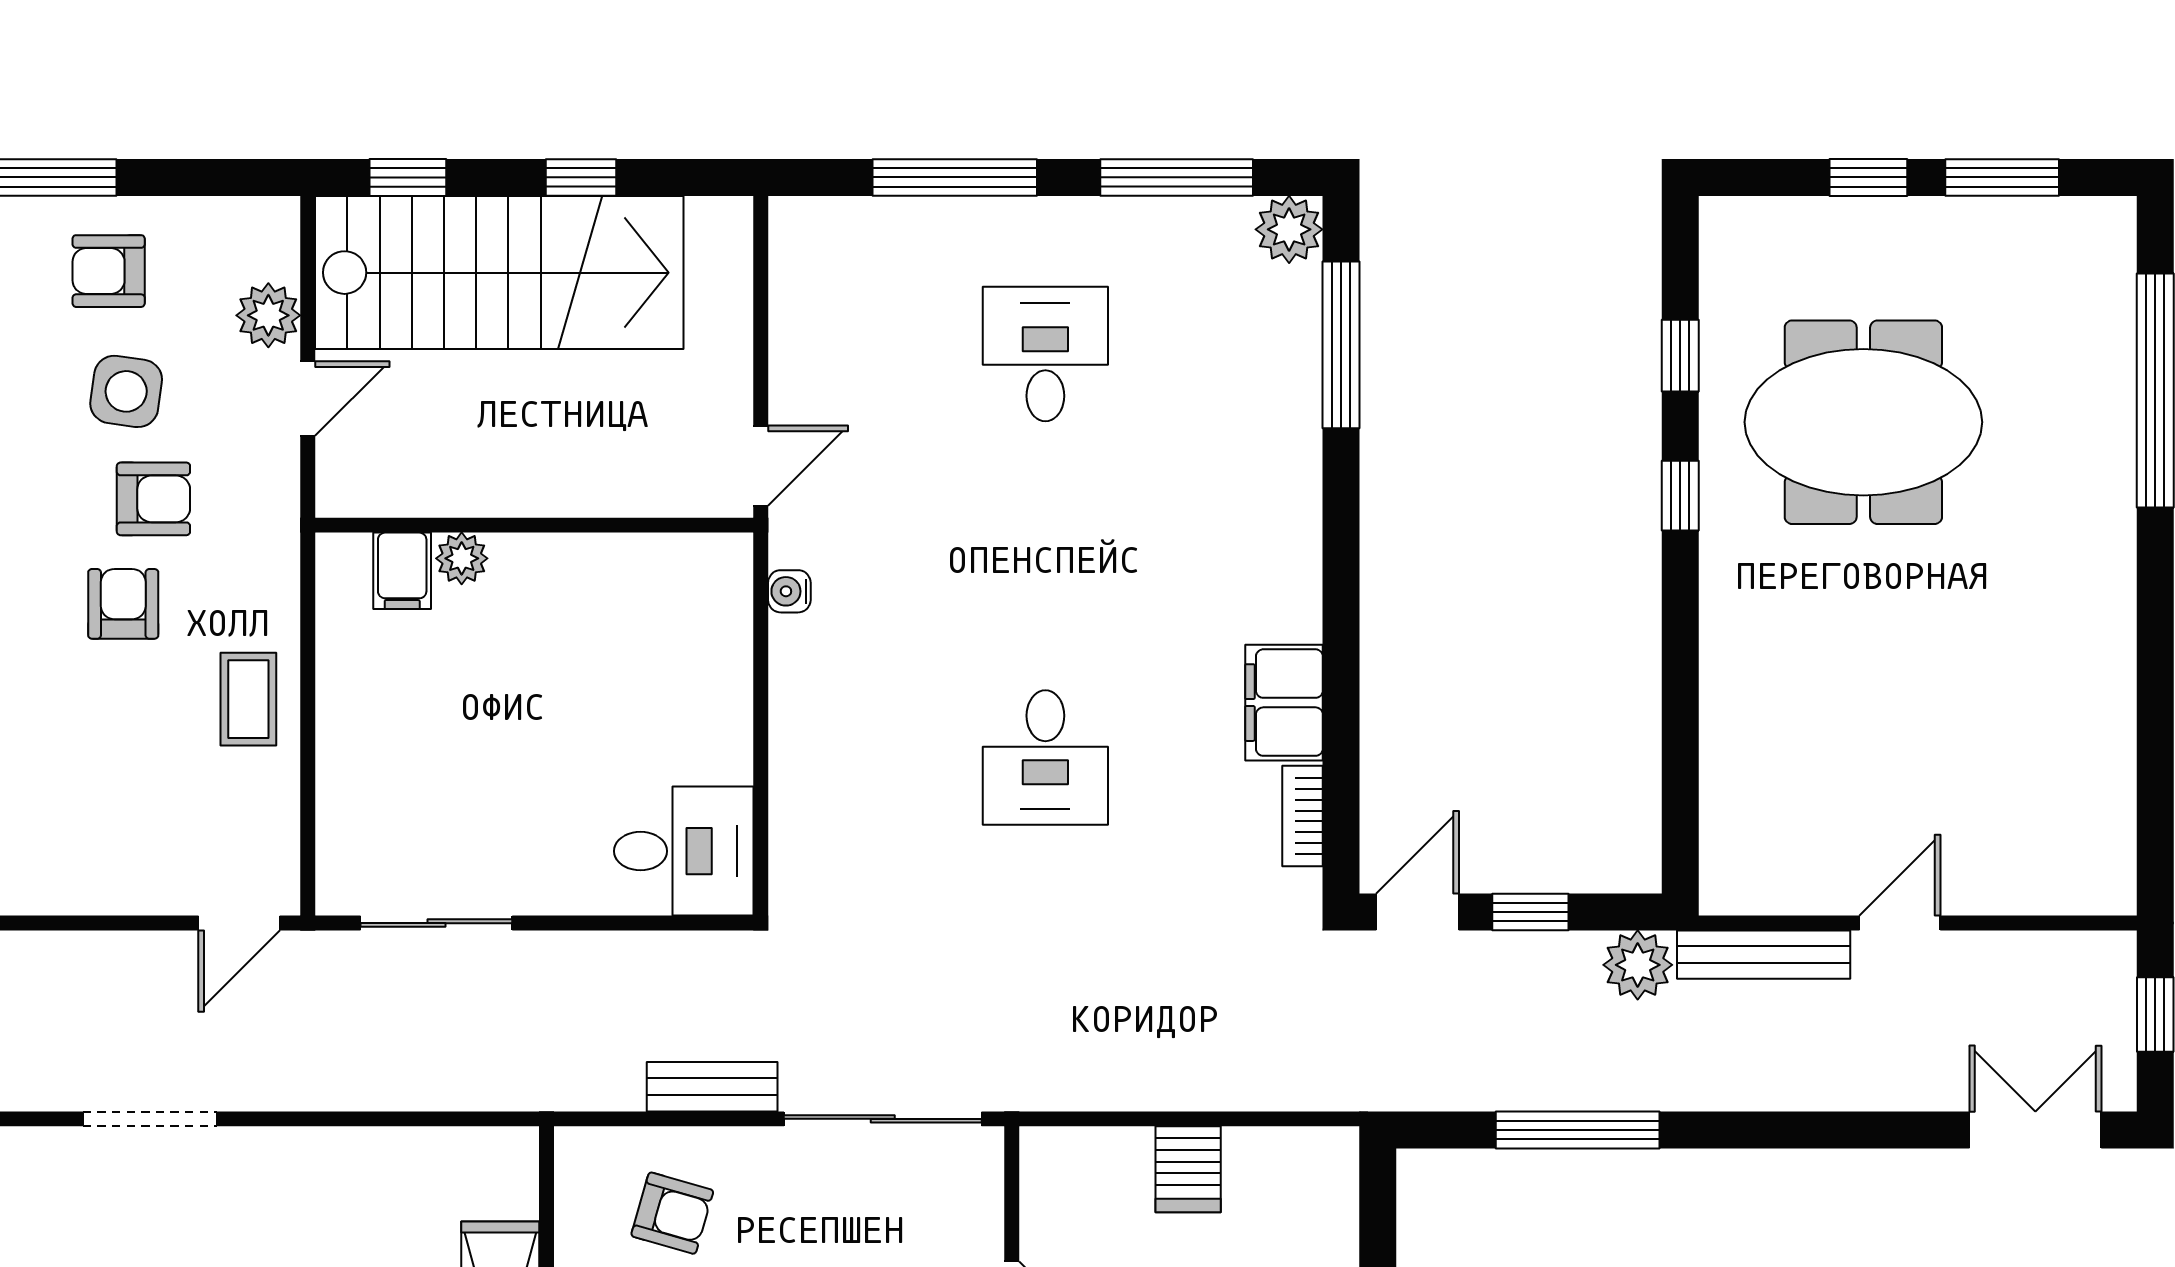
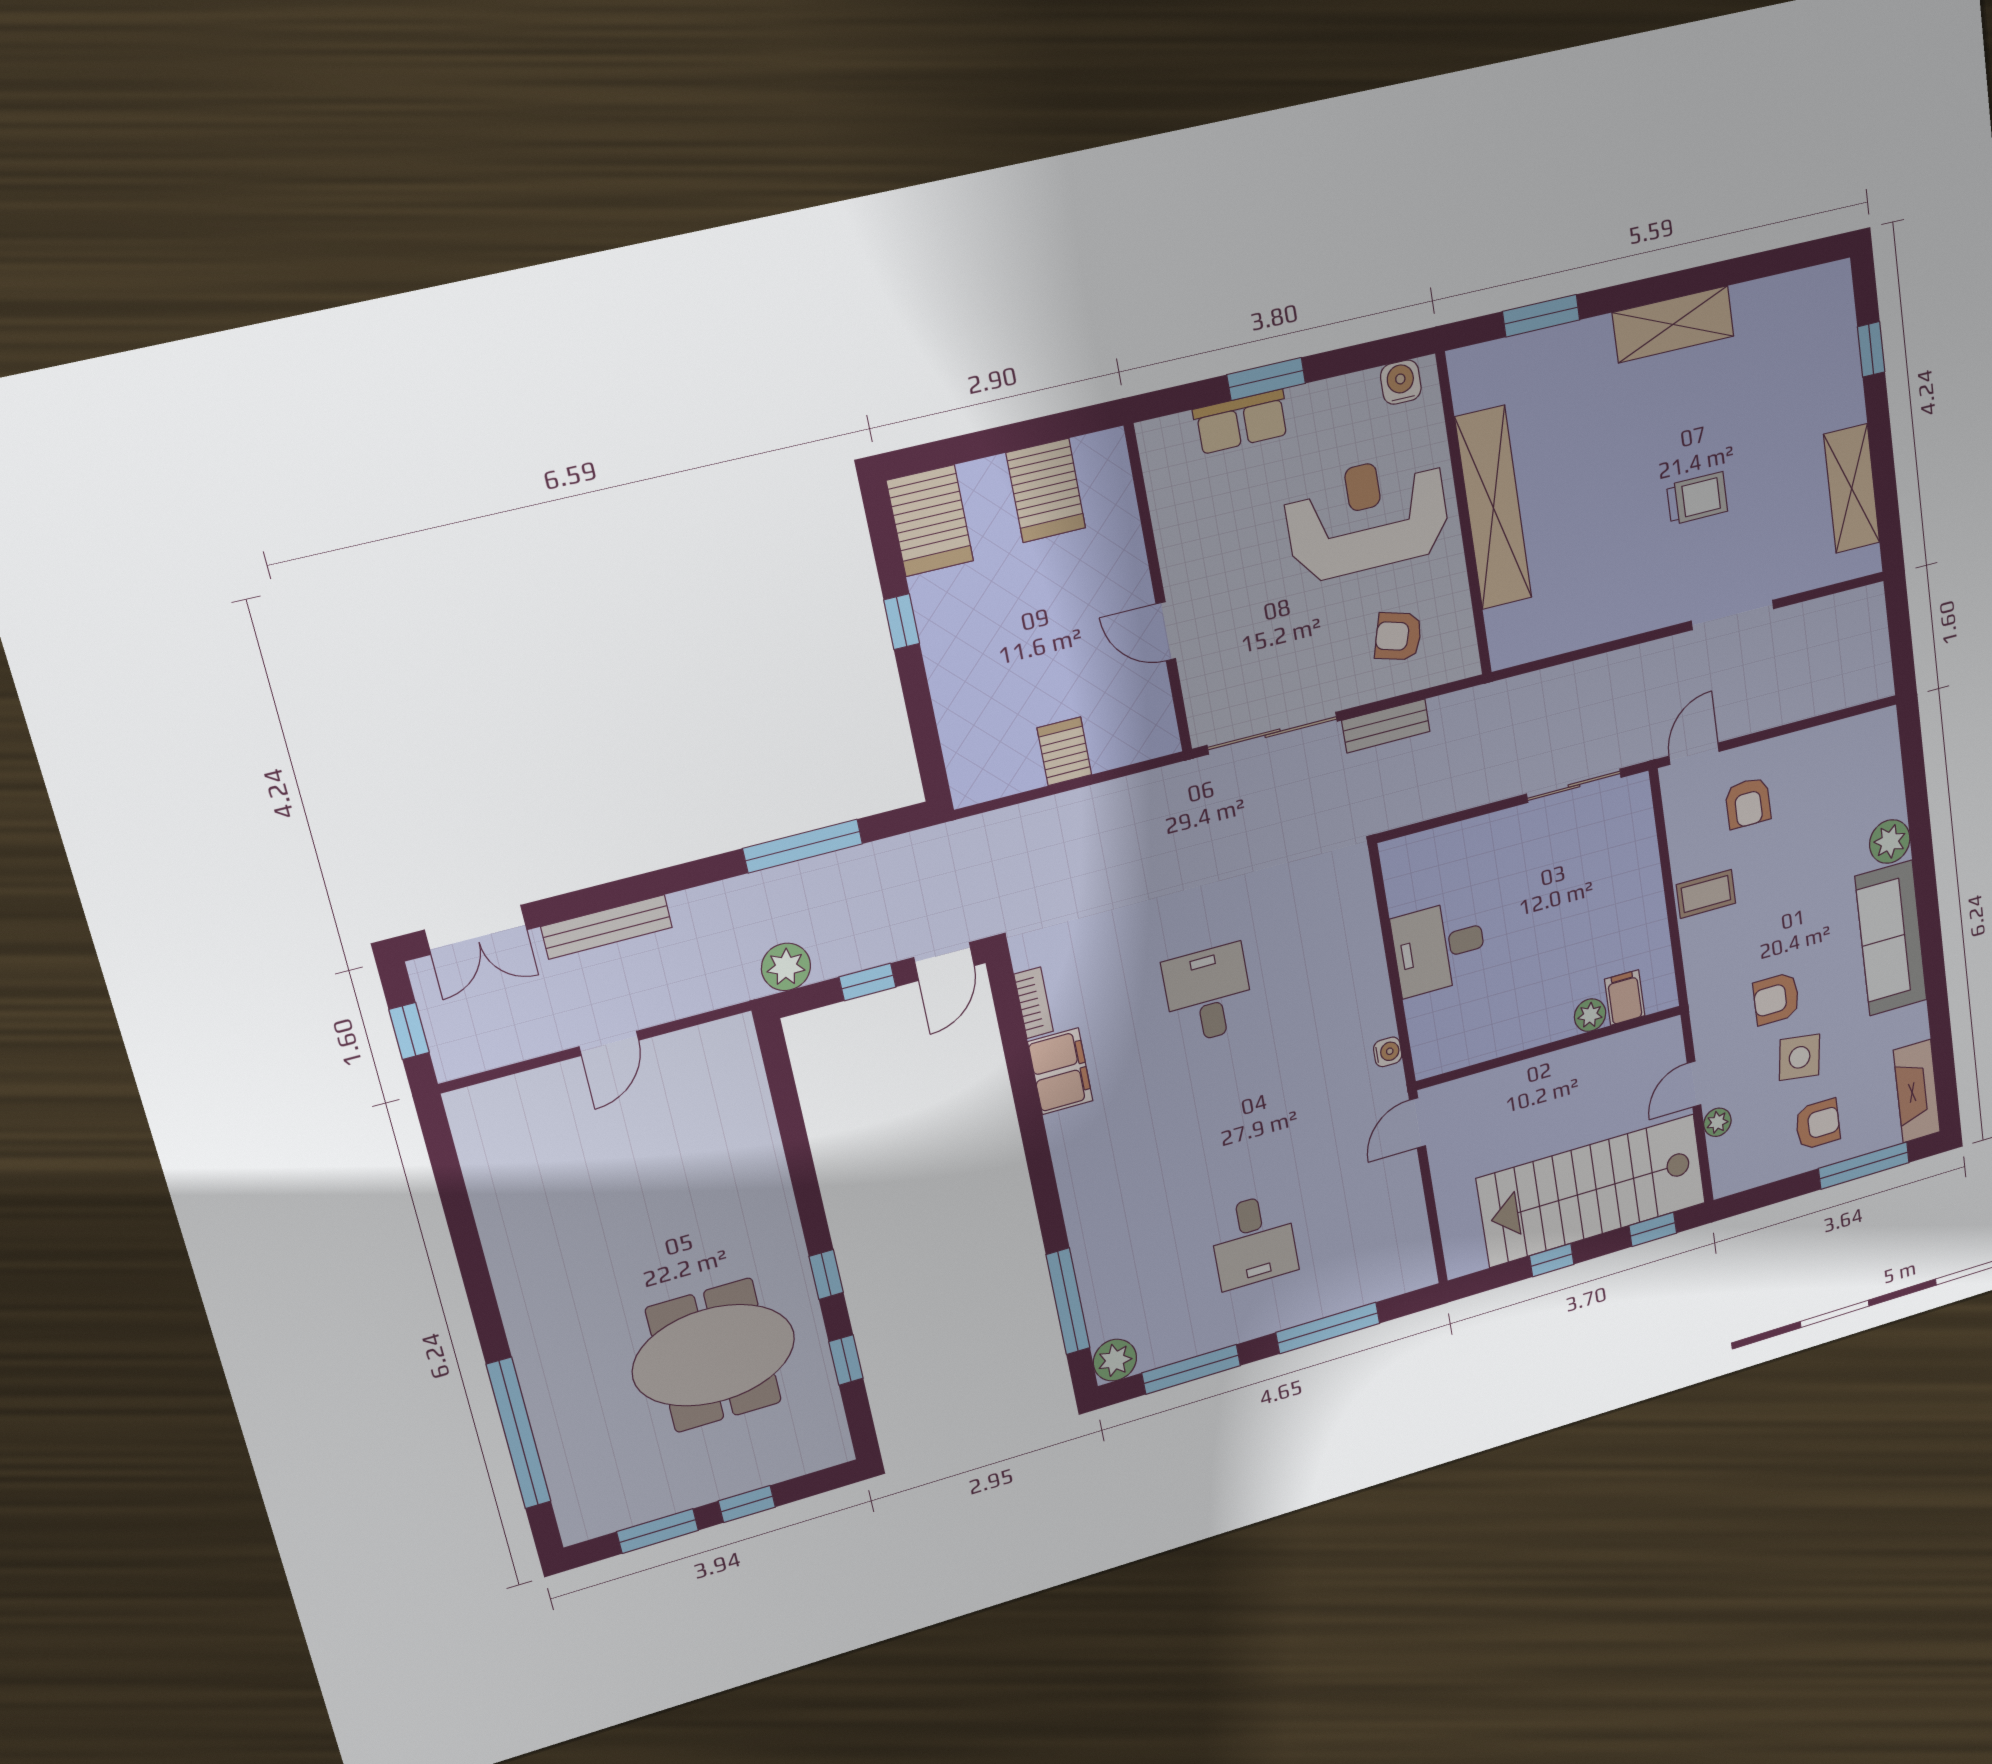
plant: (268, 315) -> (1717, 1122), width x0.73, depth x0.73
armchair: (123, 604) -> (1748, 803), moved
coffee table: (248, 699) -> (1706, 894), turned 90
desk: (684, 851) -> (1439, 947), moved
bench: (1764, 955) -> (607, 927), moved

